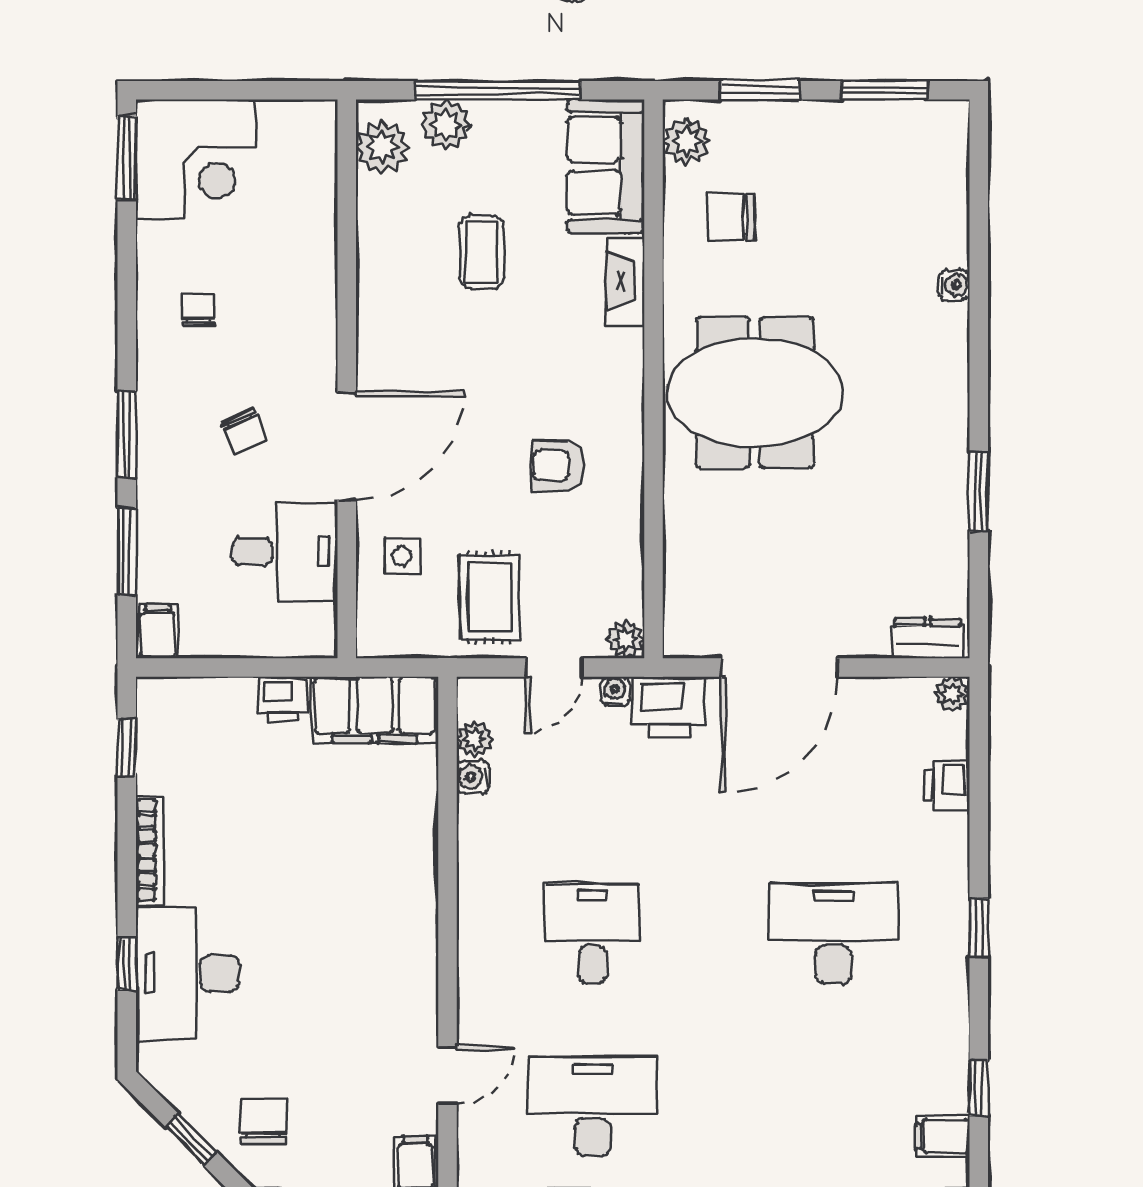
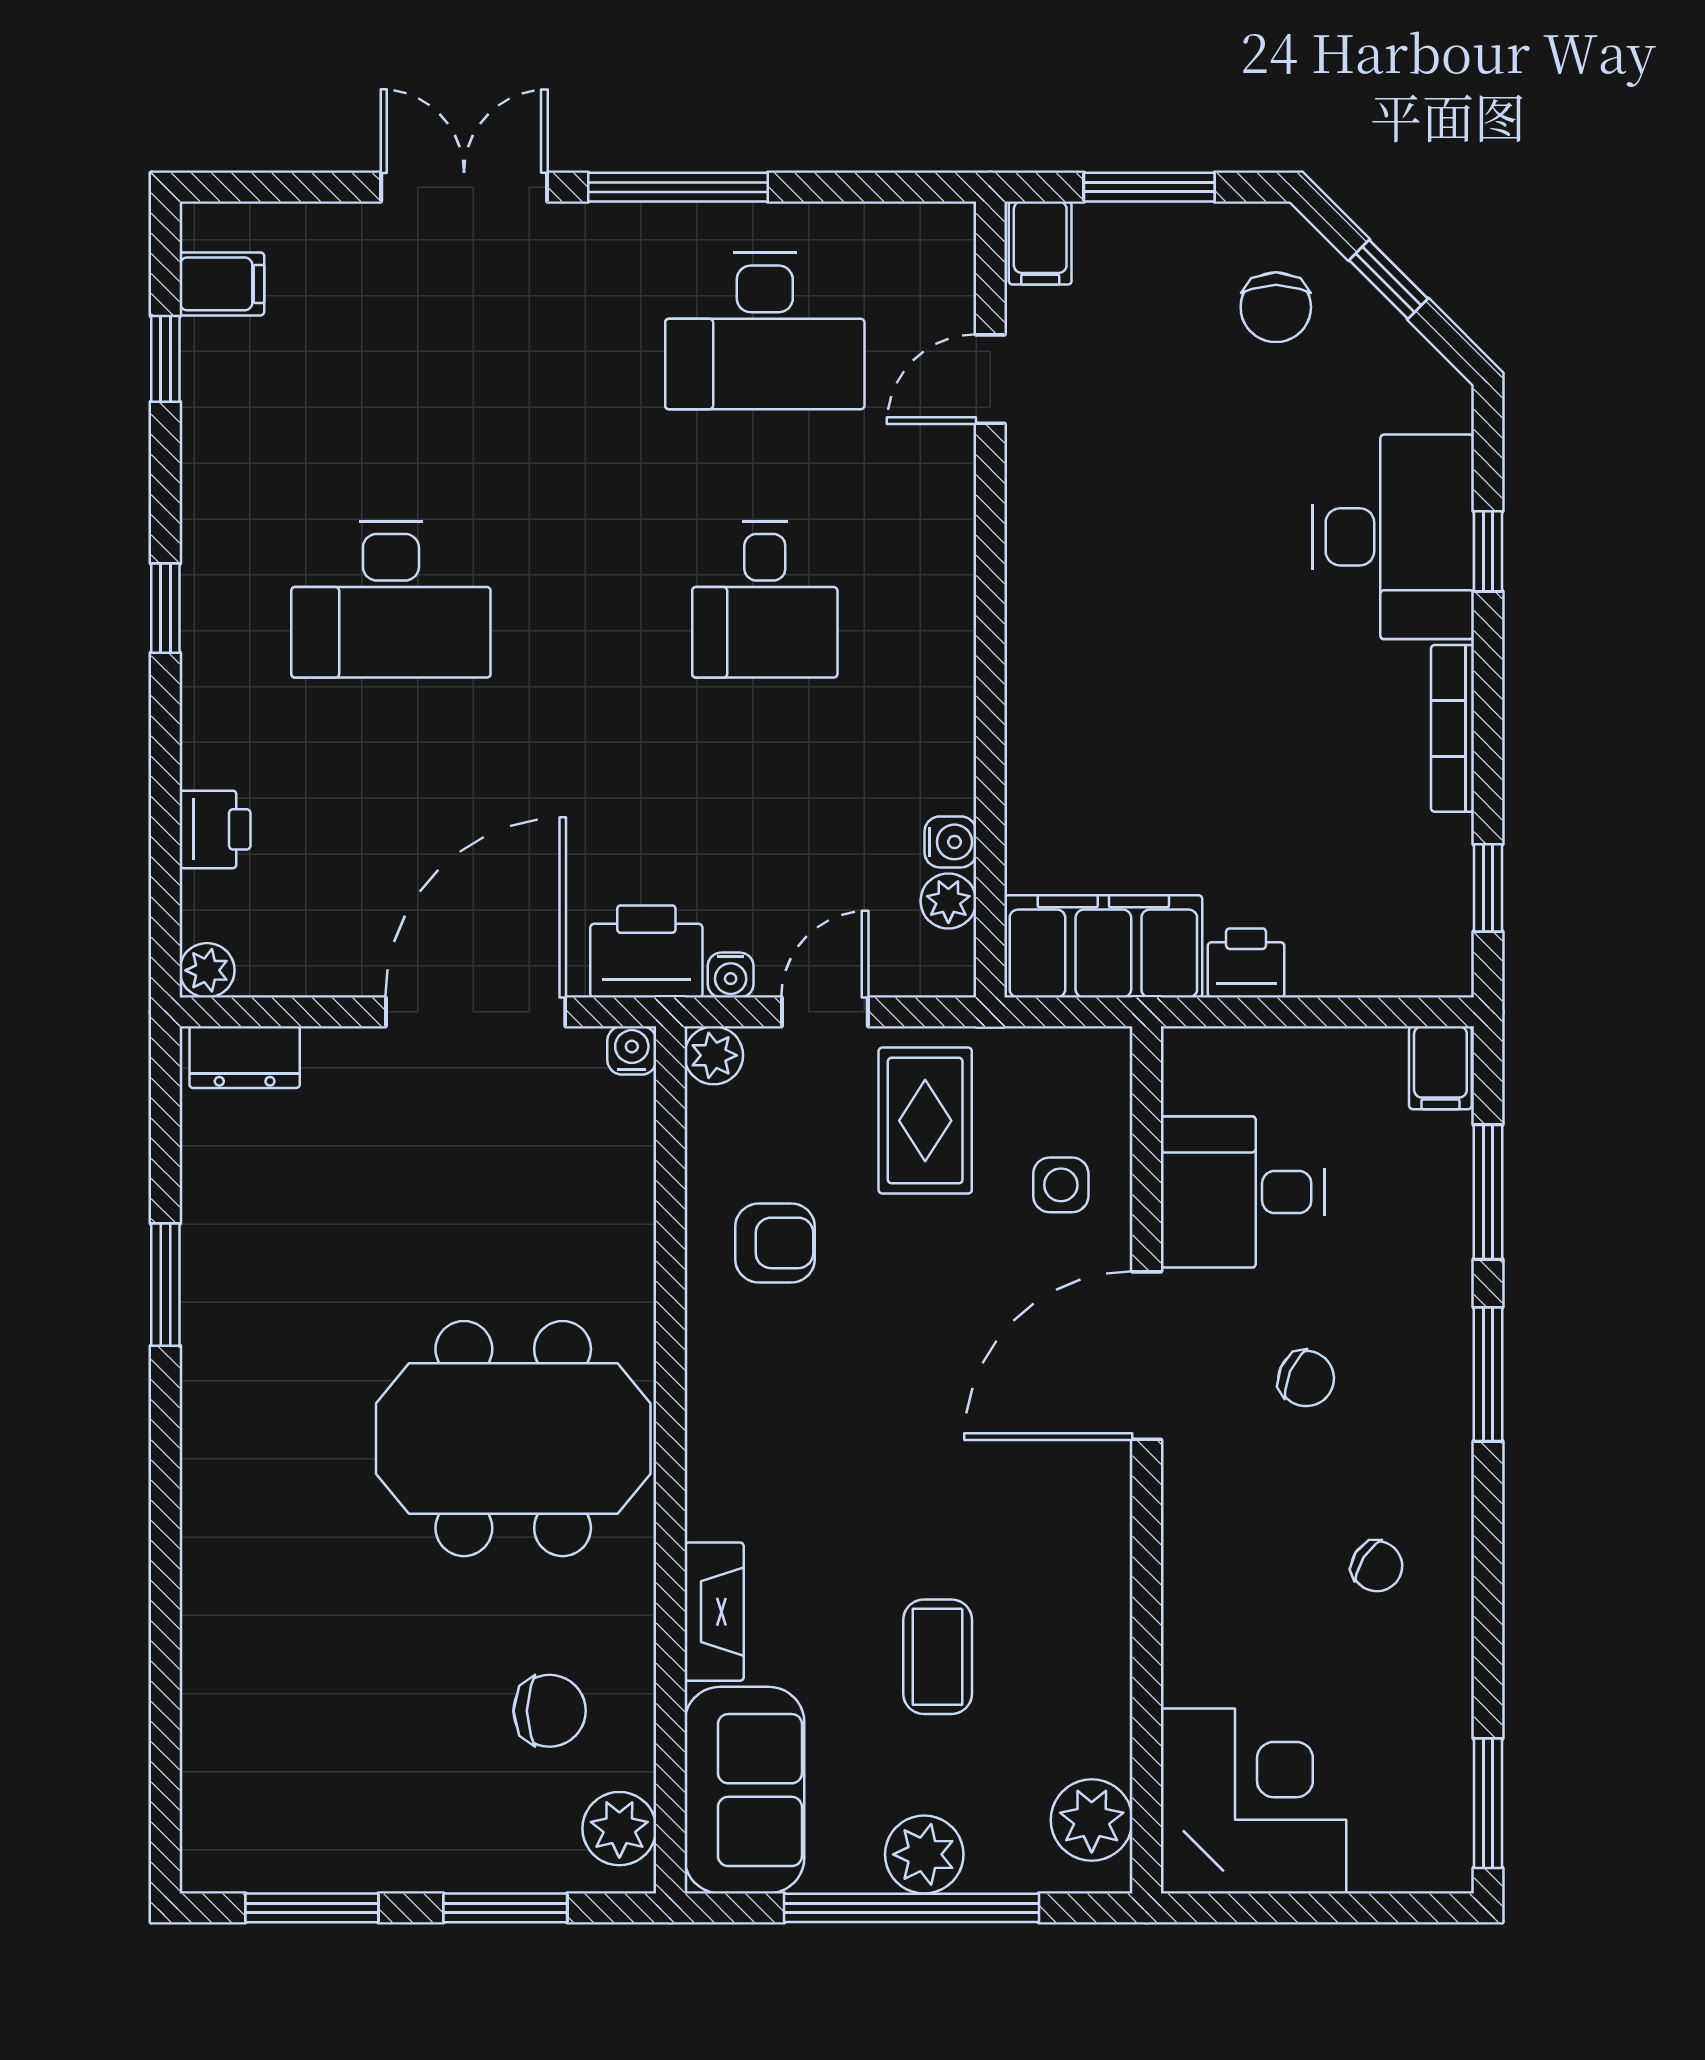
plant: (446, 125) -> (924, 1854), moved
corner desk: (196, 159) -> (1253, 1801), moved, turned 90
water cooler: (954, 285) -> (632, 1050), moved, turned 90
chair: (198, 310) -> (1377, 1566), turned -57
chair: (244, 431) -> (1306, 1379), turned 138
armchair: (558, 466) -> (775, 1243), moved

